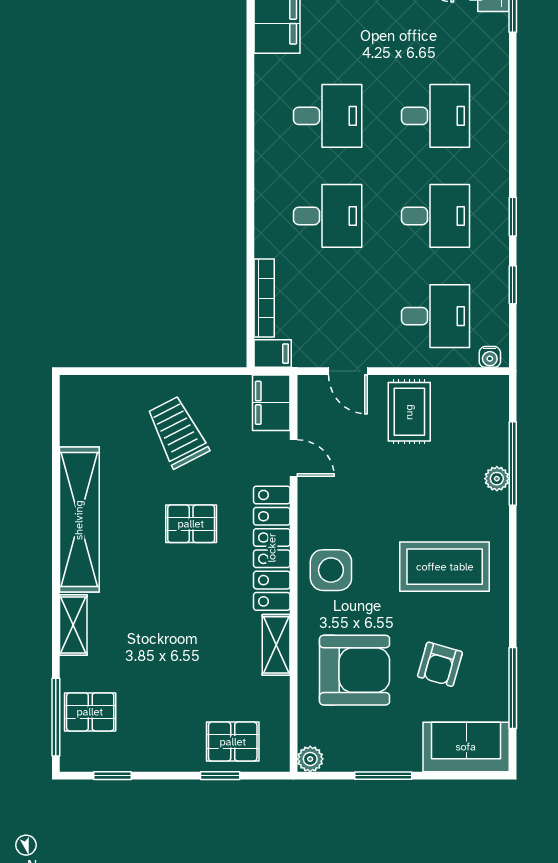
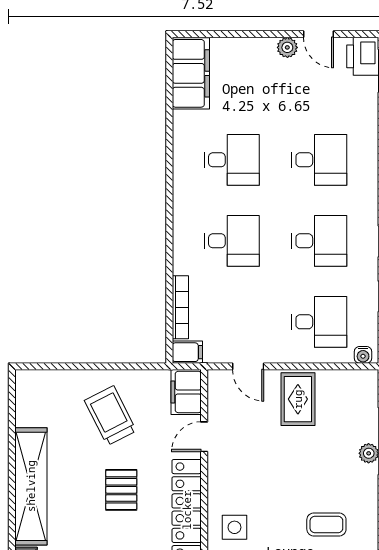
door: (294, 458) -> (204, 437), swing flipped
pallet: (191, 524) -> (121, 490), turned 90
coffee table: (445, 567) -> (326, 524), width x0.54, depth x0.58
side table: (331, 570) -> (234, 527), width x0.73, depth x0.73

